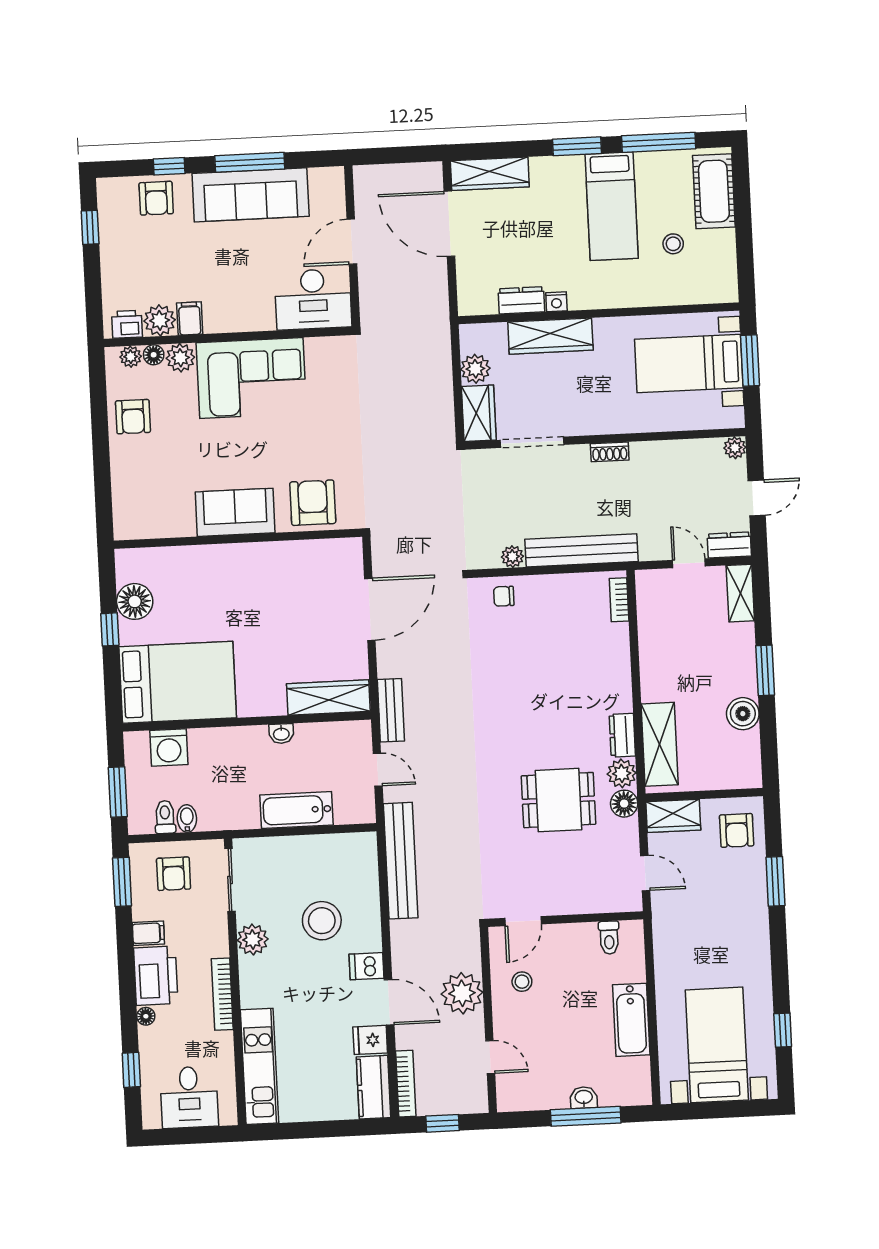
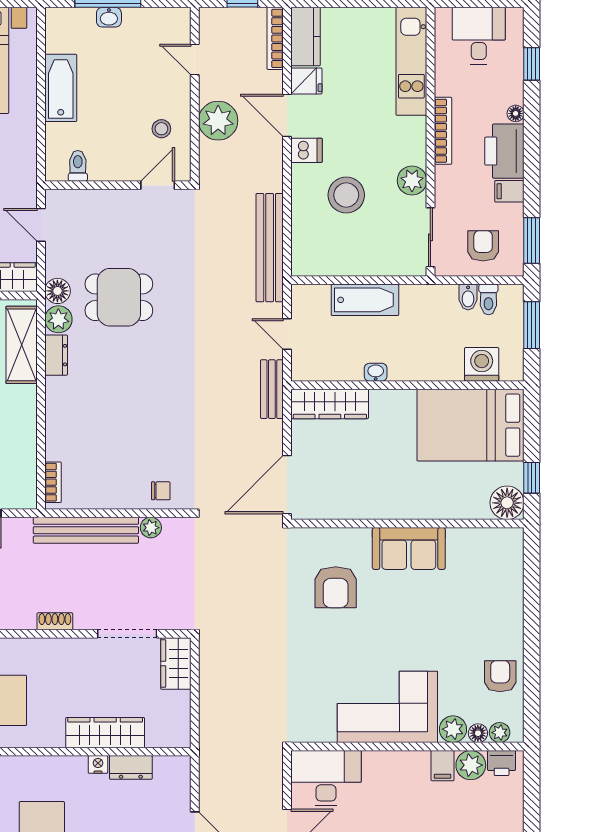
plant: (475, 369) -> (177, 705), removed
sofa: (235, 512) -> (409, 548), moved
wall: (238, 539) -> (407, 524), moved

